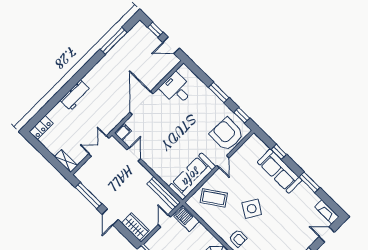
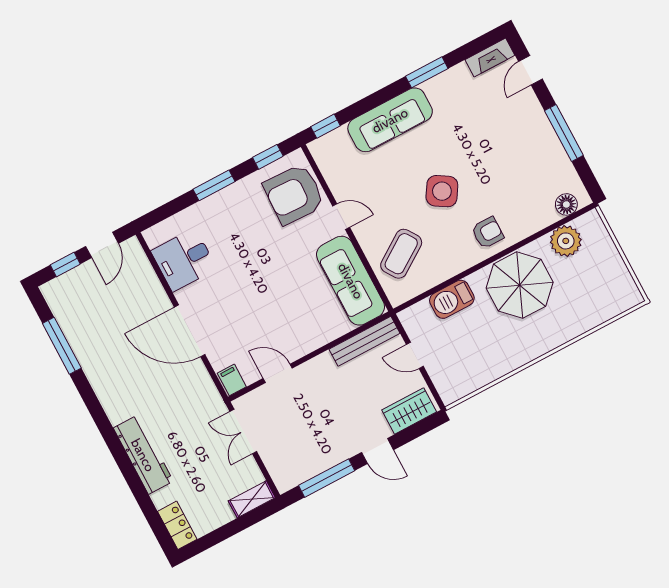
workbench: (75, 95) -> (143, 455), width x1.38
window: (279, 152) -> (325, 126), moved
barbecue: (187, 219) -> (452, 299), moved

